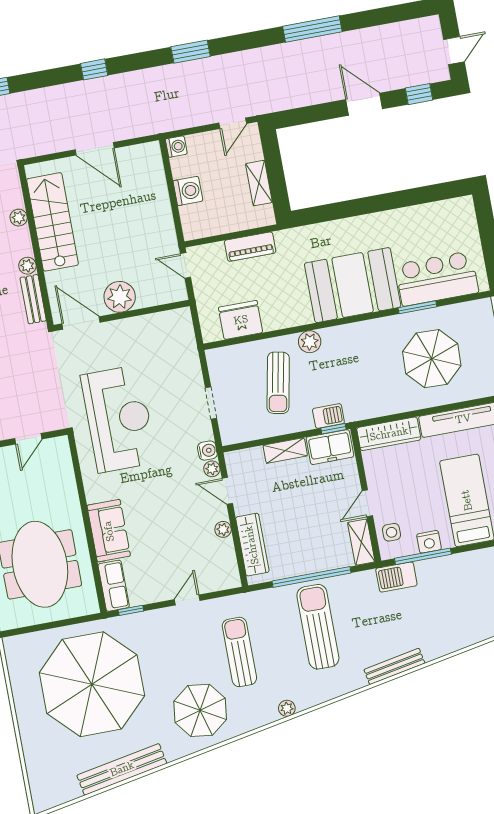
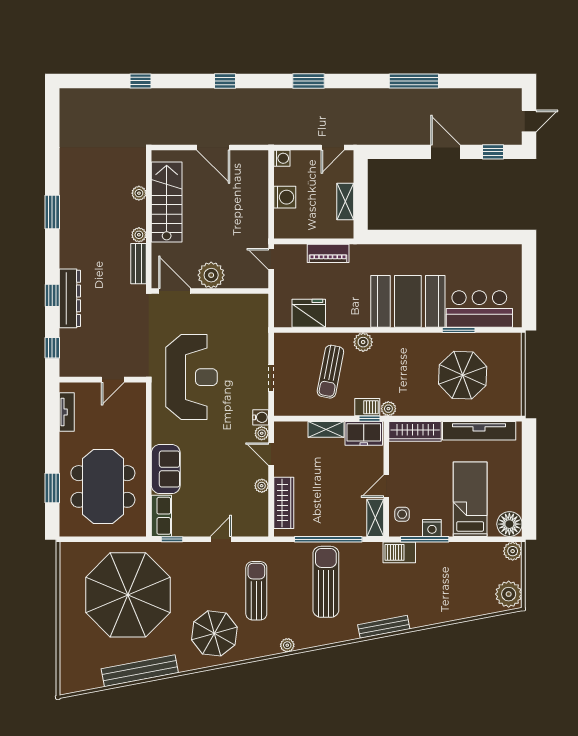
plant: (353, 413) -> (388, 409), added

